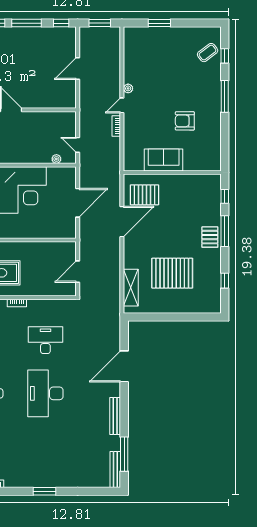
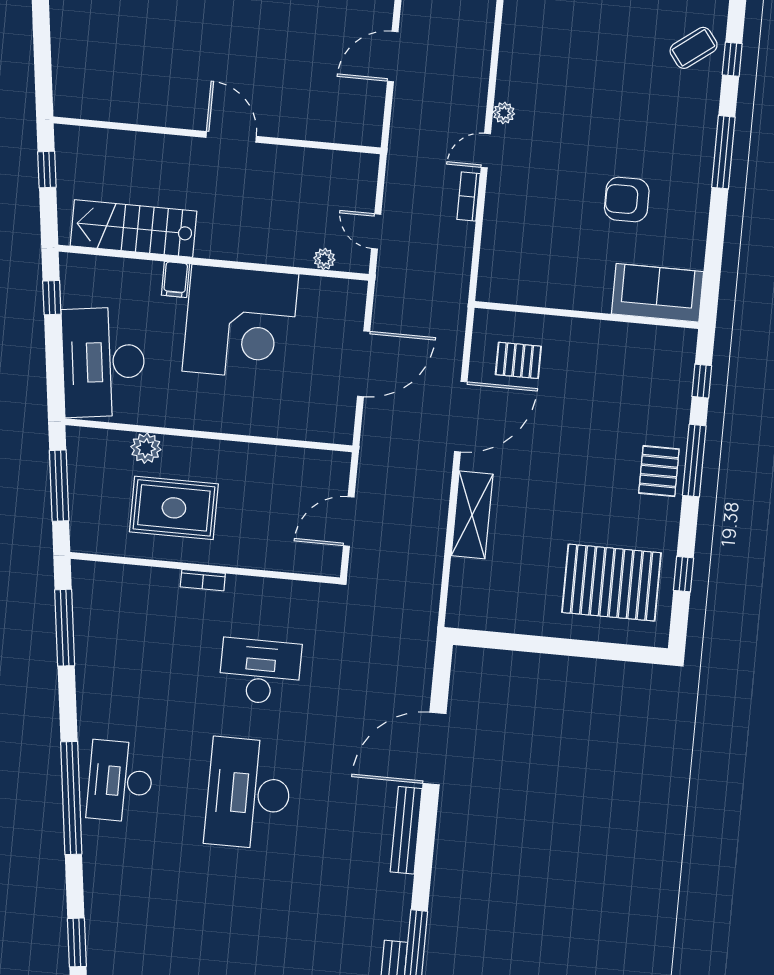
sofa: (164, 160) -> (658, 293), moved
pallet: (145, 195) -> (518, 360), width x0.67, depth x0.71
pallet: (172, 273) -> (611, 583), moved
shelving: (131, 288) -> (472, 515), moved
bench: (115, 416) -> (406, 830), moved

